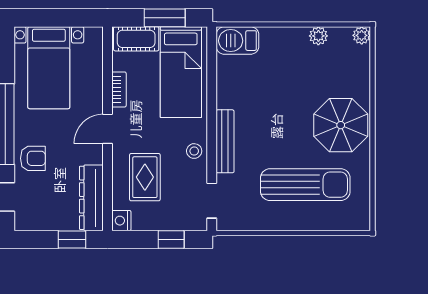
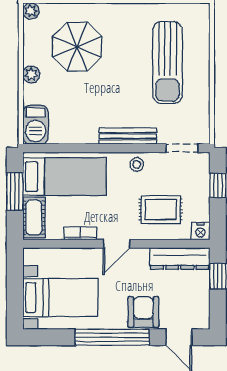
plant: (318, 36) -> (31, 74), moved
parasol: (341, 125) -> (77, 47), moved
door: (108, 129) -> (116, 244), hinge flipped
armchair: (33, 158) -> (143, 312), width x1.38, depth x1.38
sun lounger: (305, 185) -> (168, 63), turned 180

